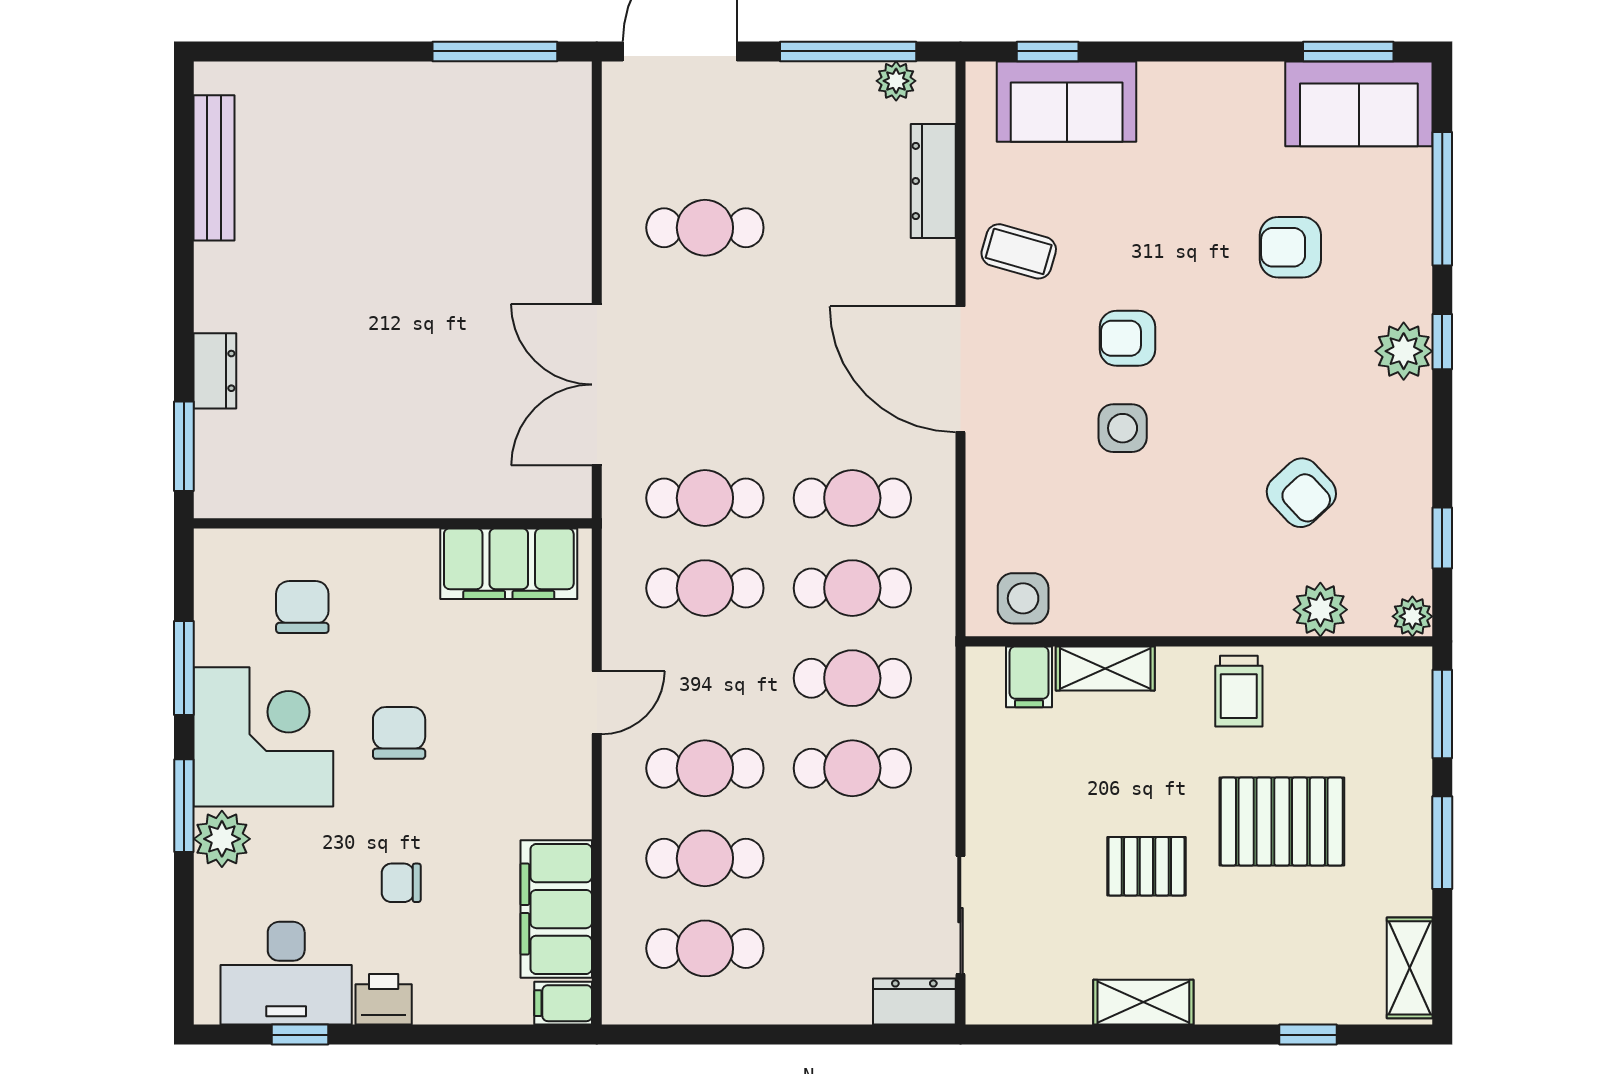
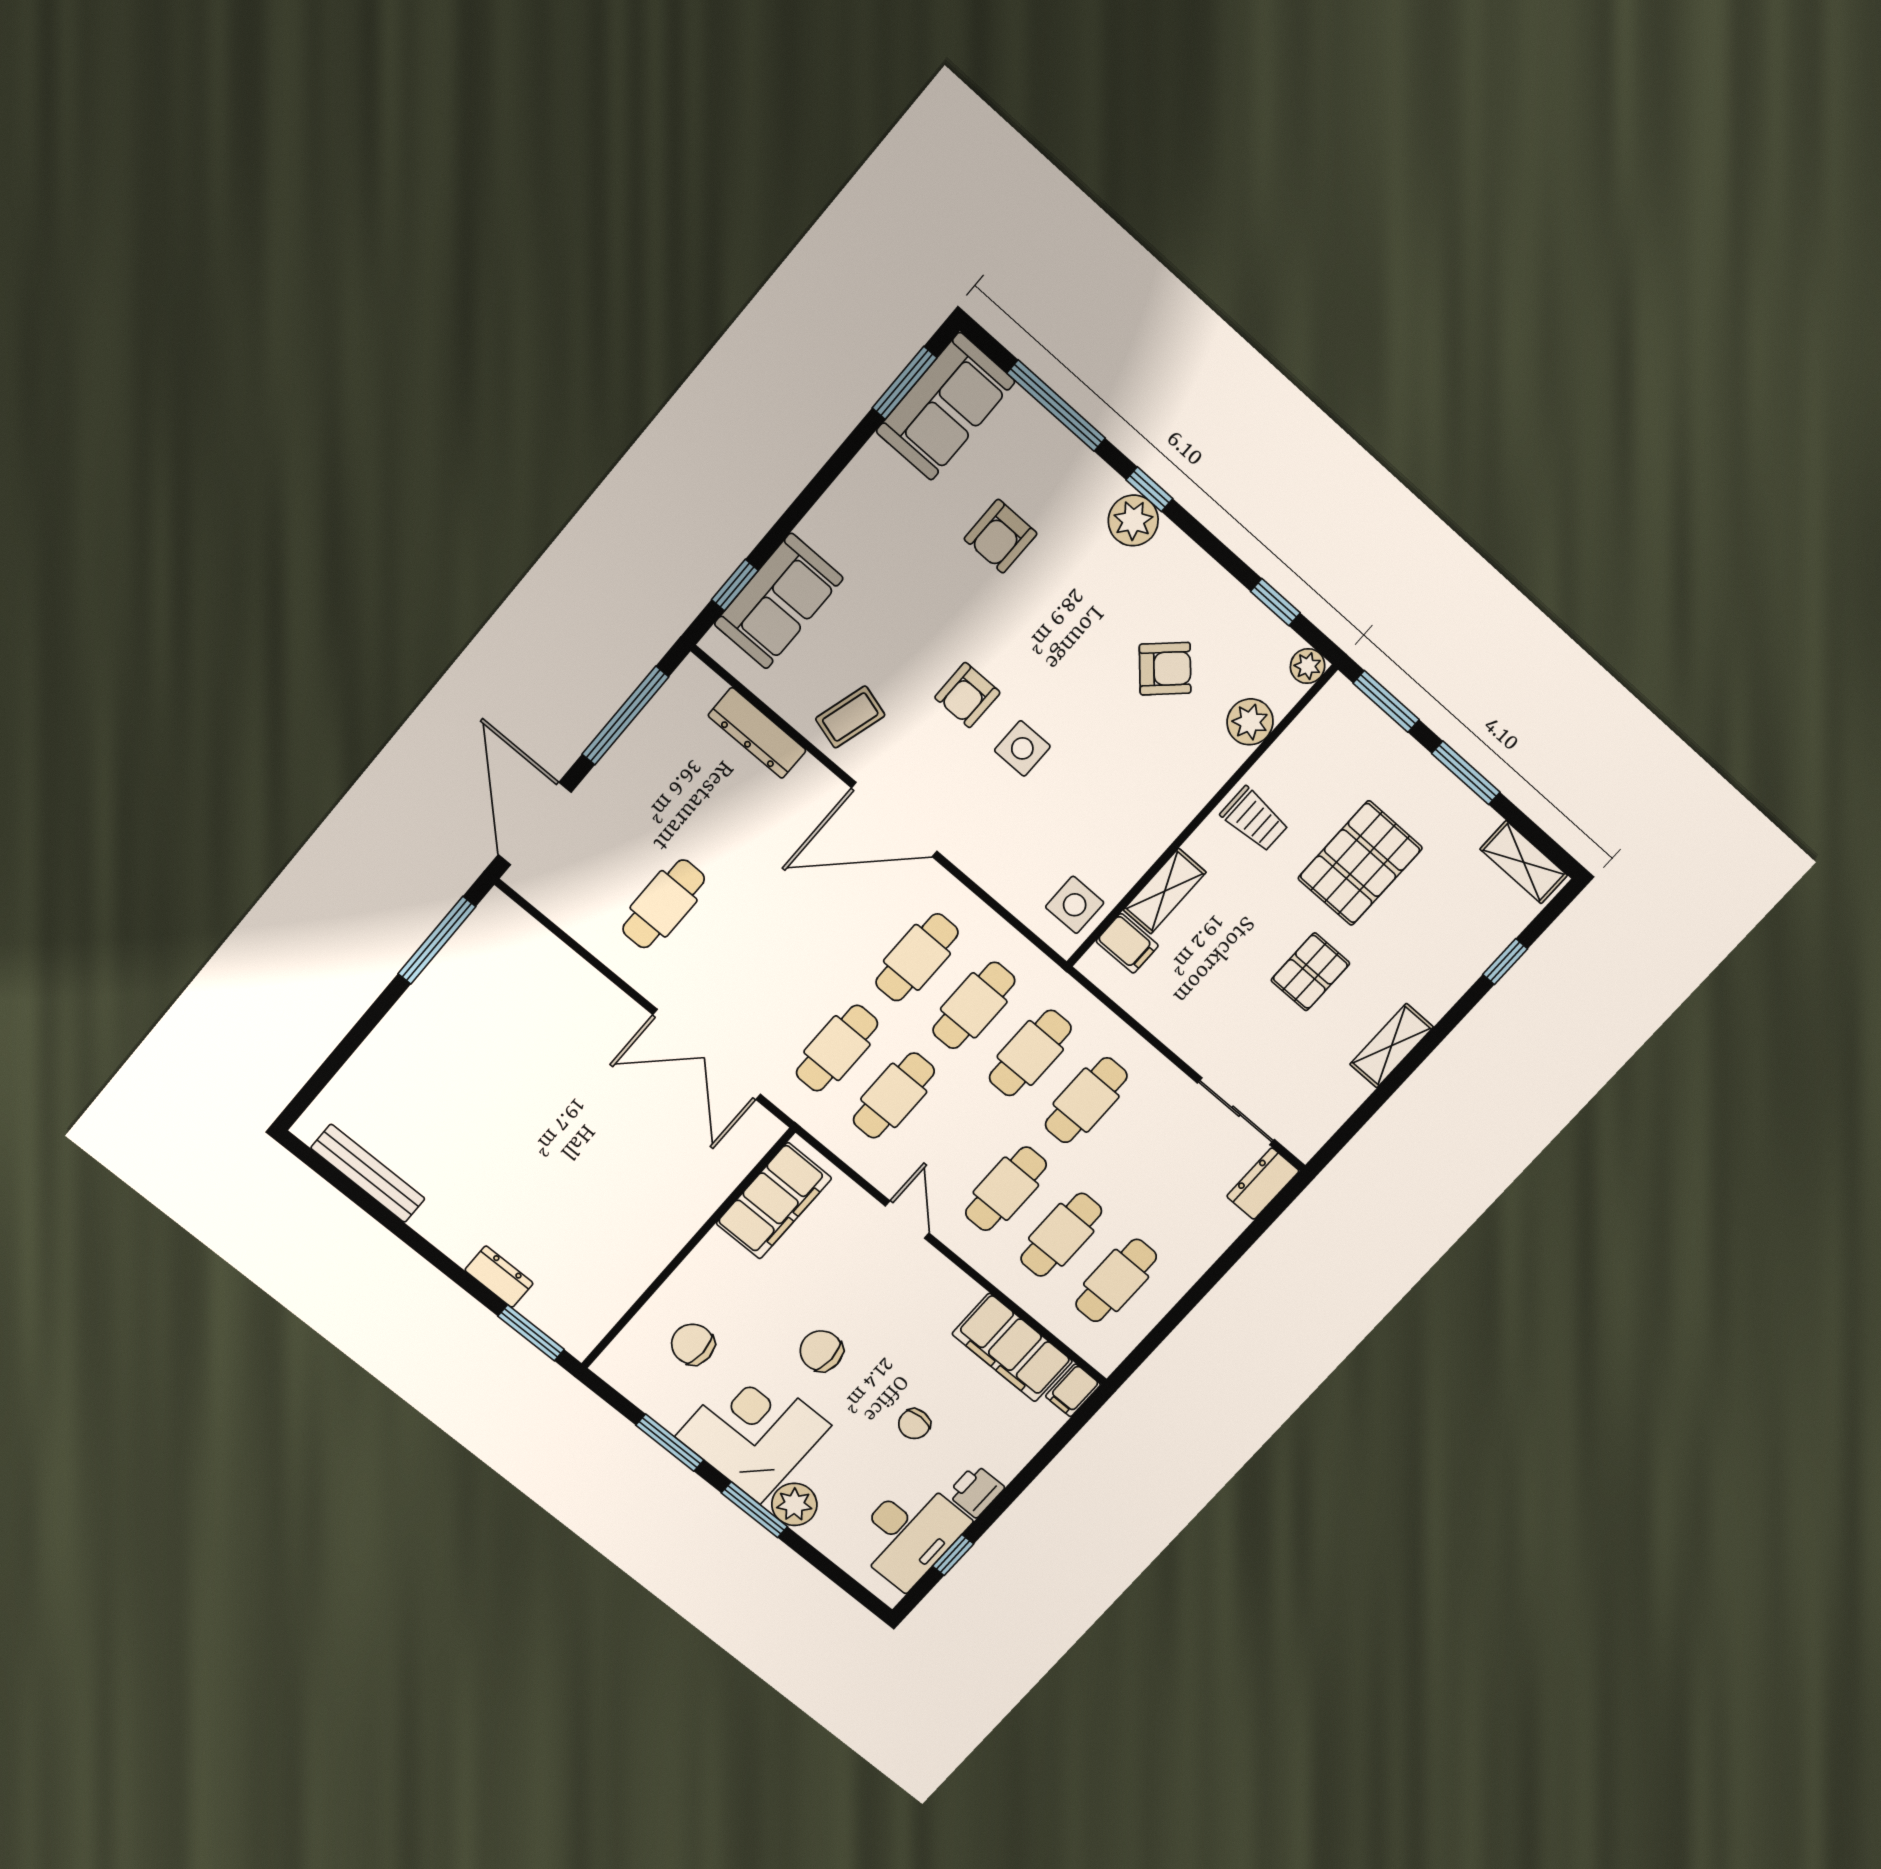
plant: (896, 81) -> (671, 701), removed

